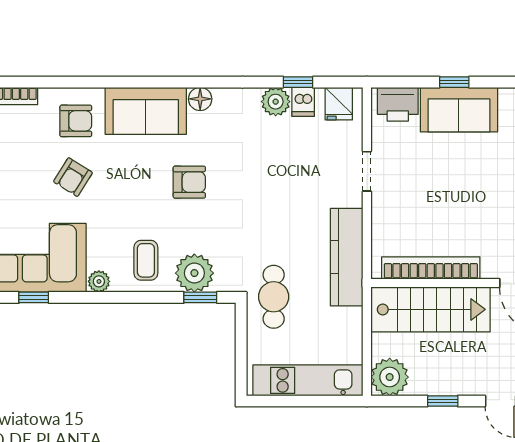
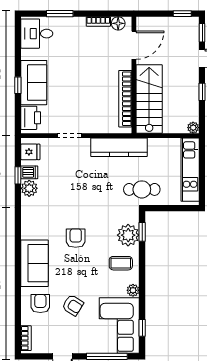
floor lamp: (200, 99) -> (28, 232), removed
plant: (390, 377) -> (193, 128), width x0.53, depth x0.53

